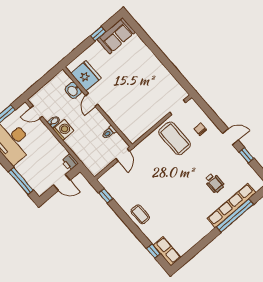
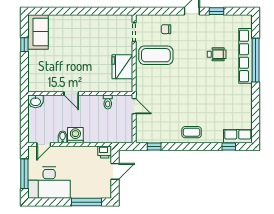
fridge: (86, 76) -> (122, 67), moved, turned -90
washbasin: (73, 90) -> (36, 101), moved

